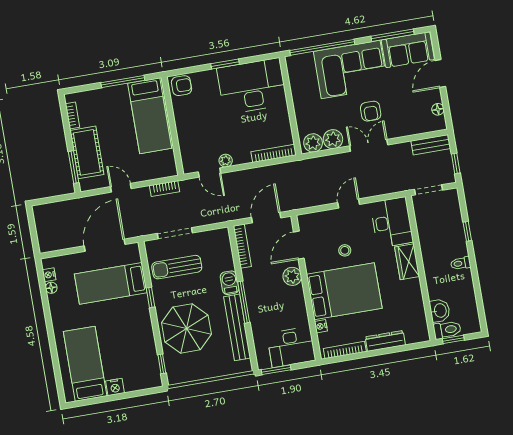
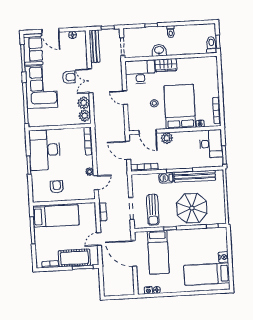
armchair: (181, 86) -> (57, 187), moved
bench: (431, 145) -> (94, 46), width x1.36
washbasin: (440, 311) -> (159, 50), moved
dresser: (385, 341) -> (214, 84), removed

